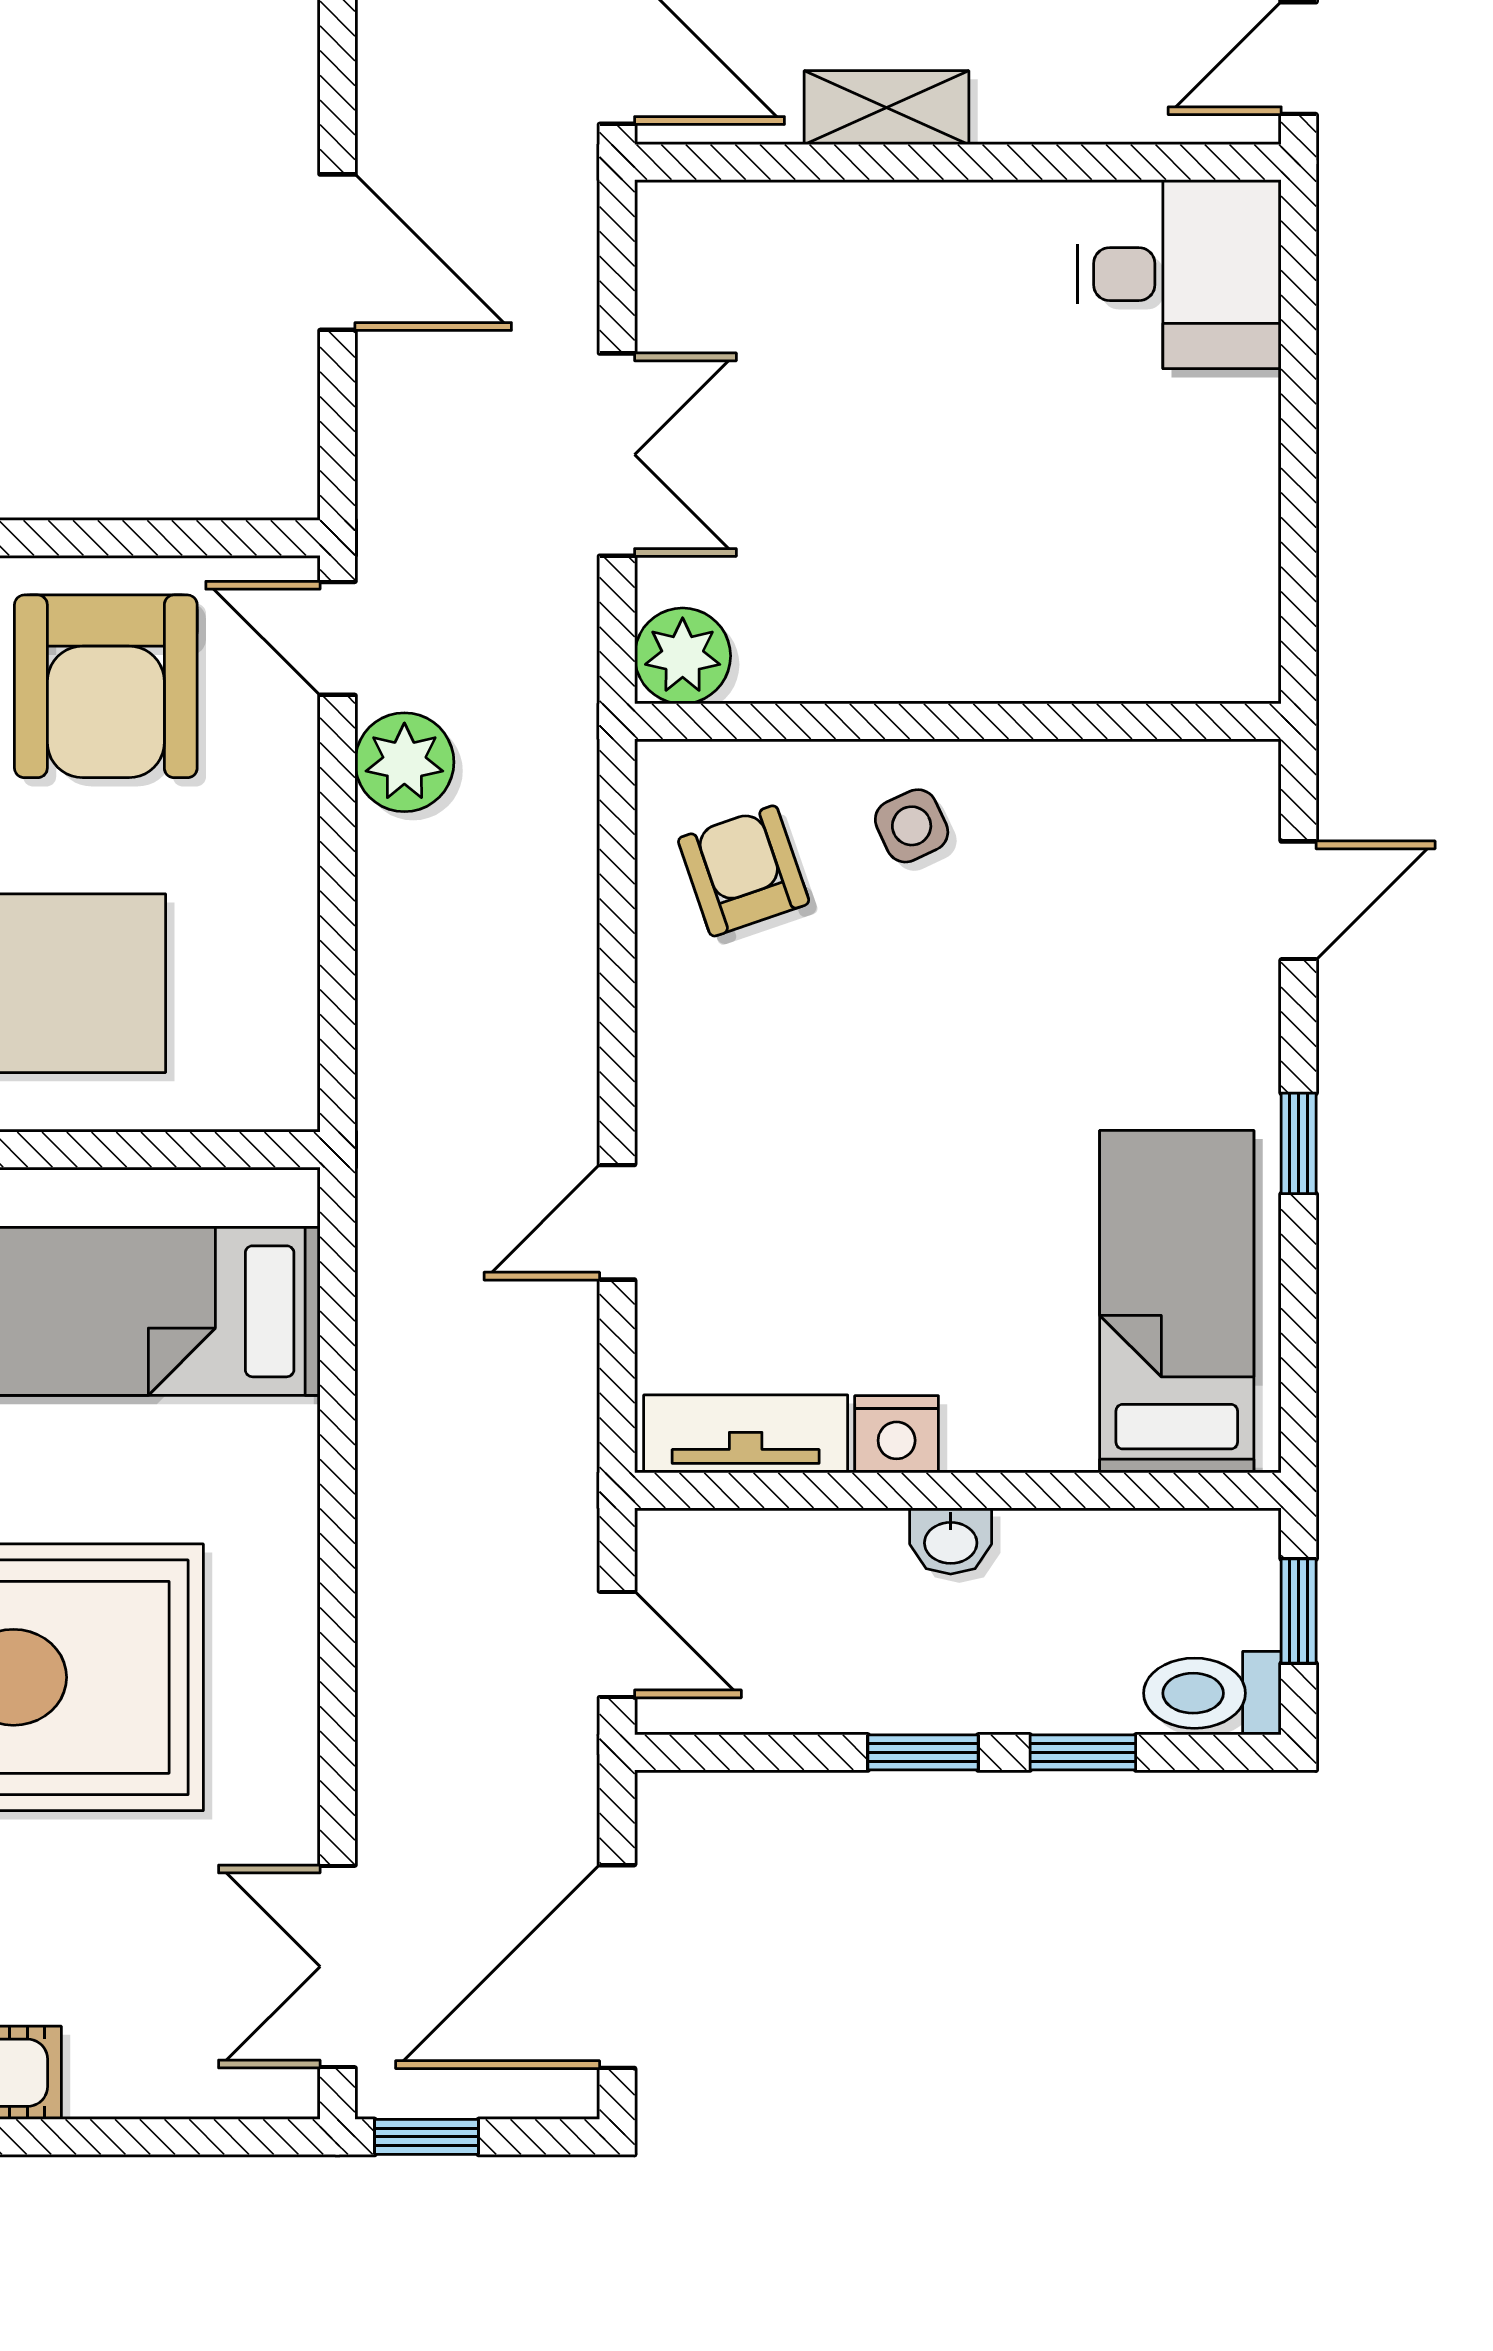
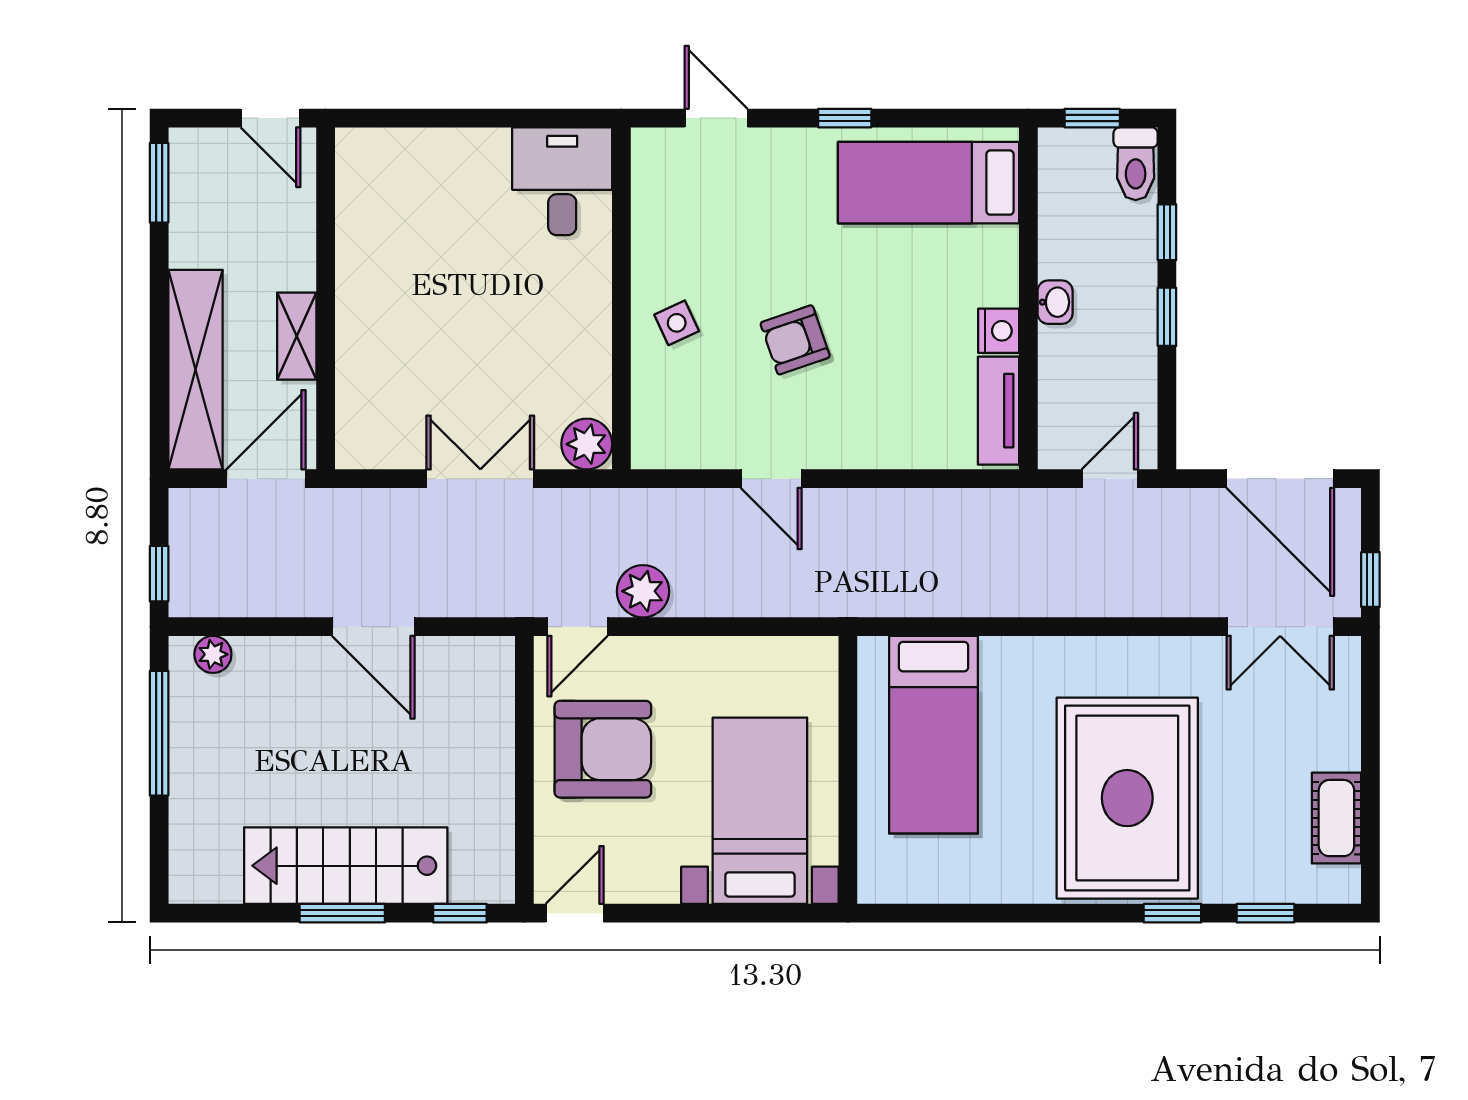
door: (337, 252) -> (373, 627), swing flipped
desk: (1179, 274) -> (562, 181), moved
armchair: (744, 871) -> (795, 340), moved
door: (617, 1222) -> (771, 479), moved

